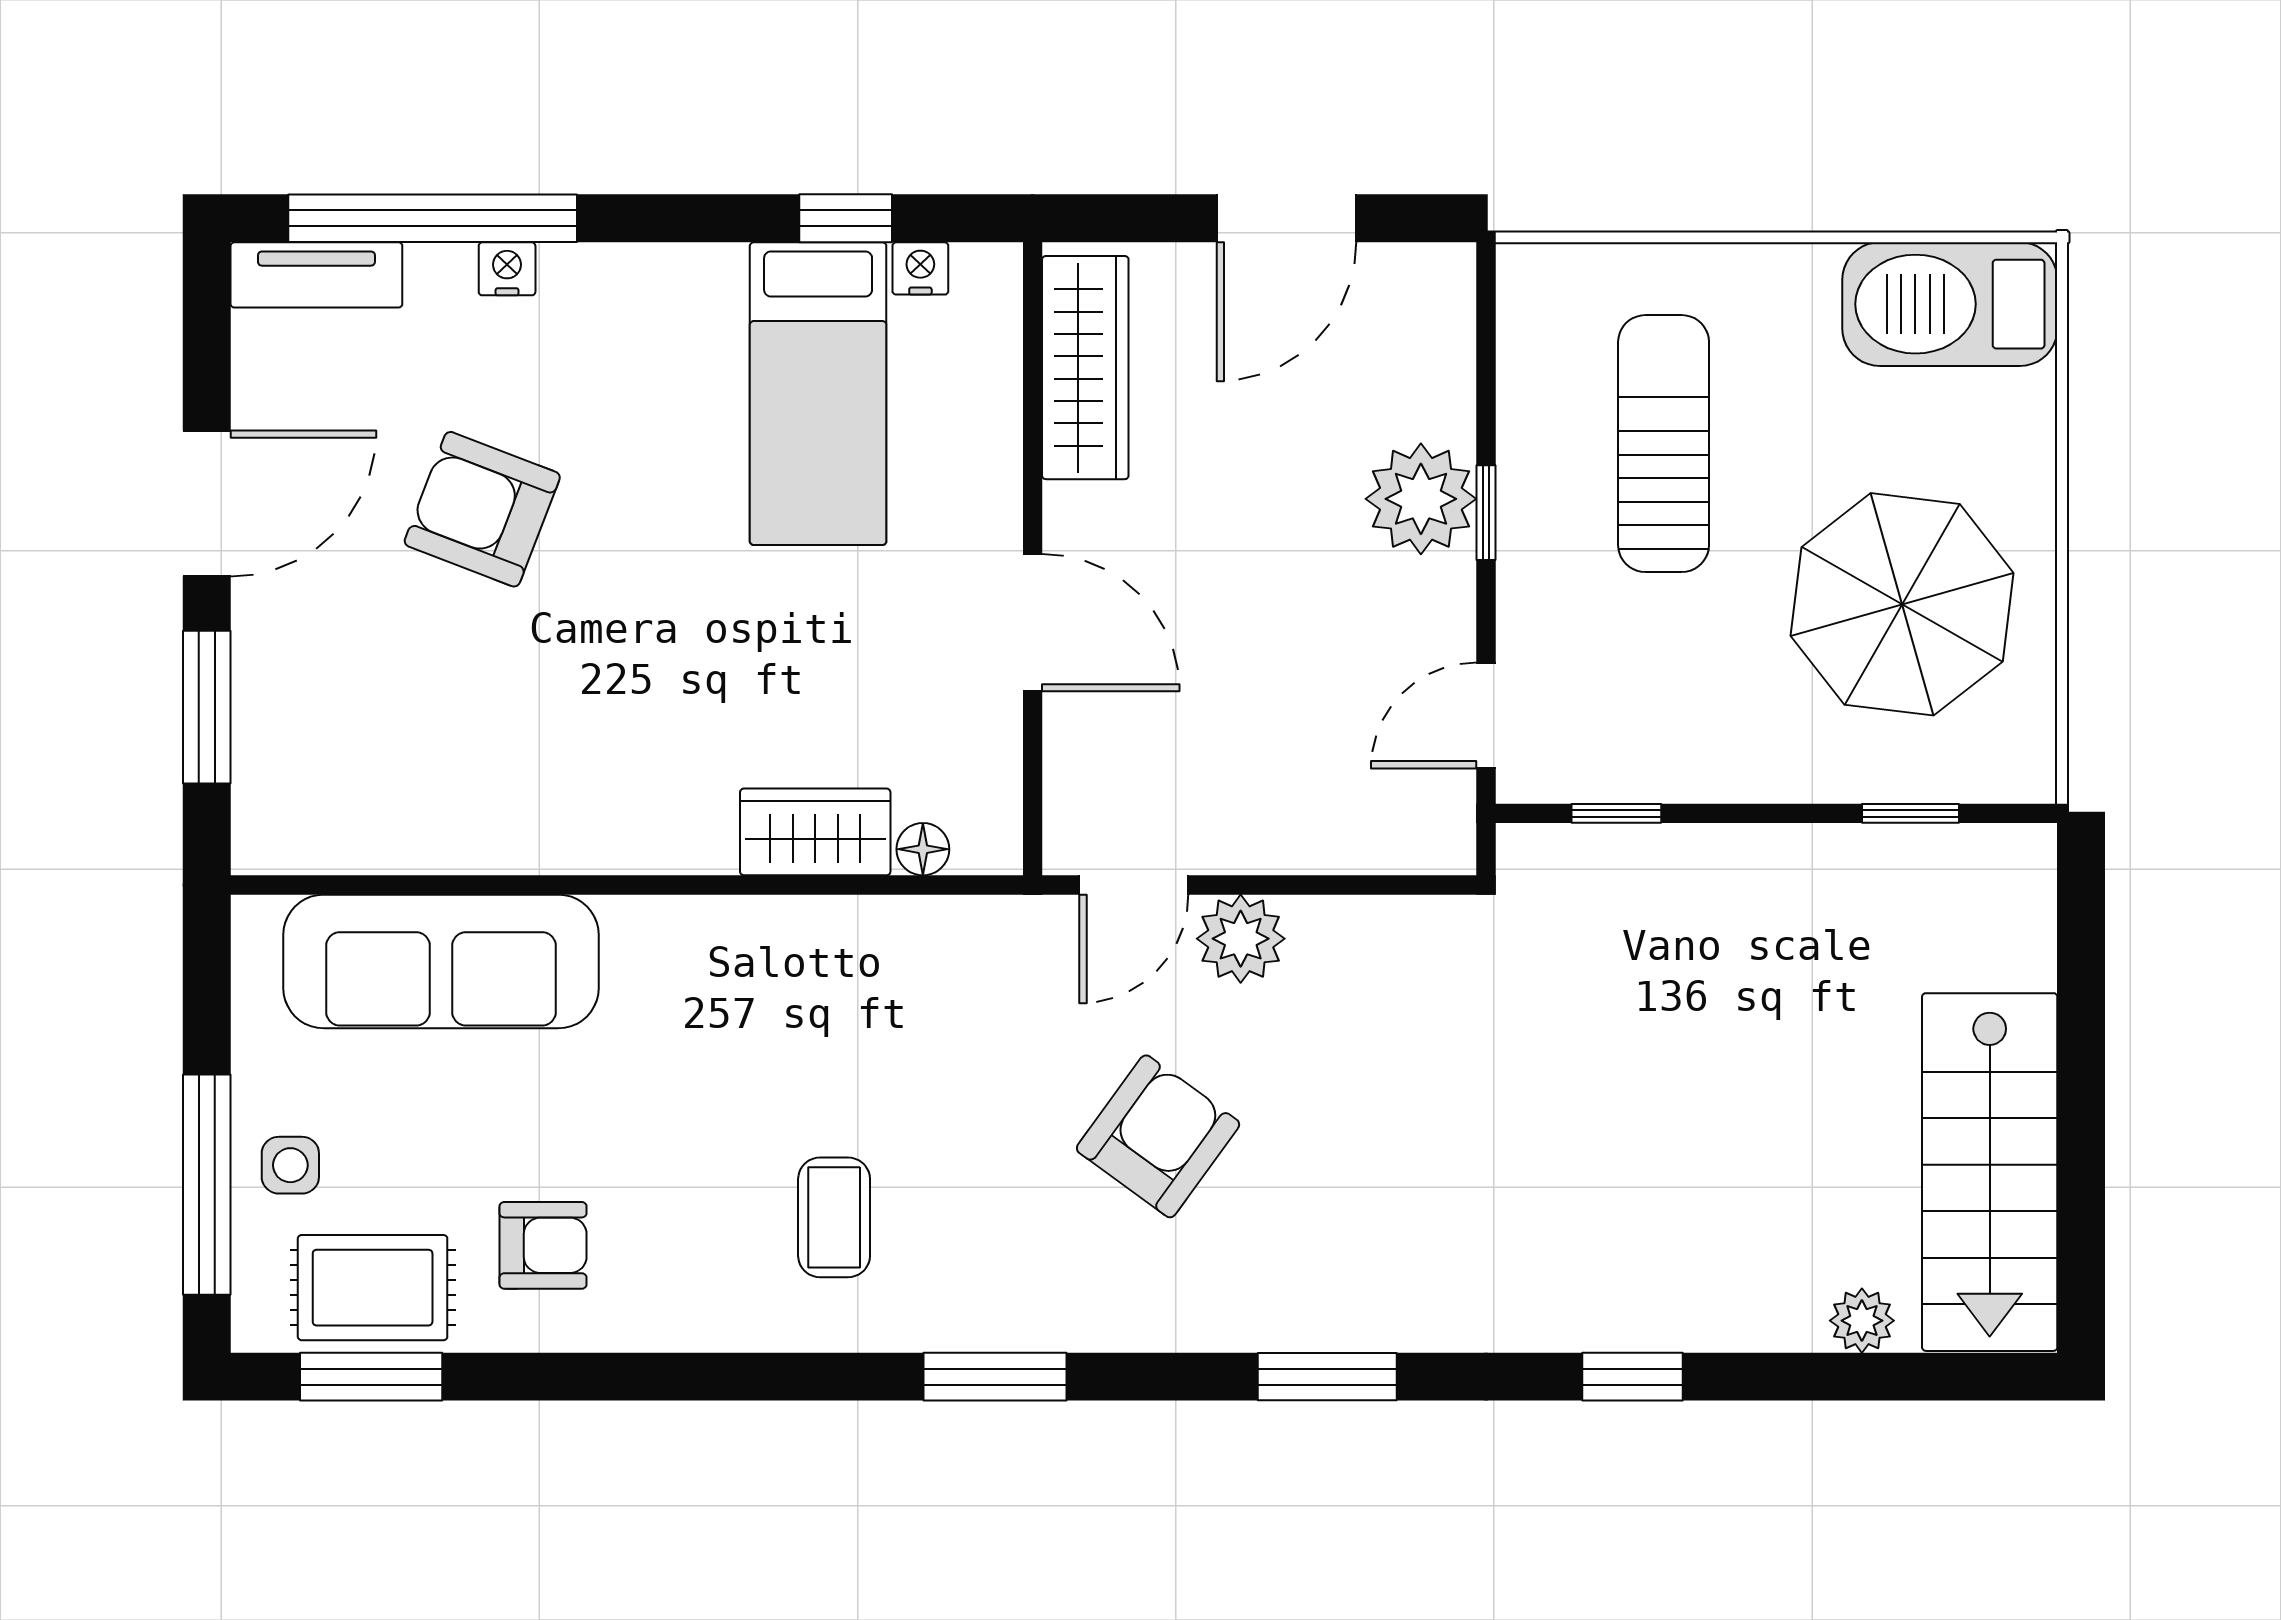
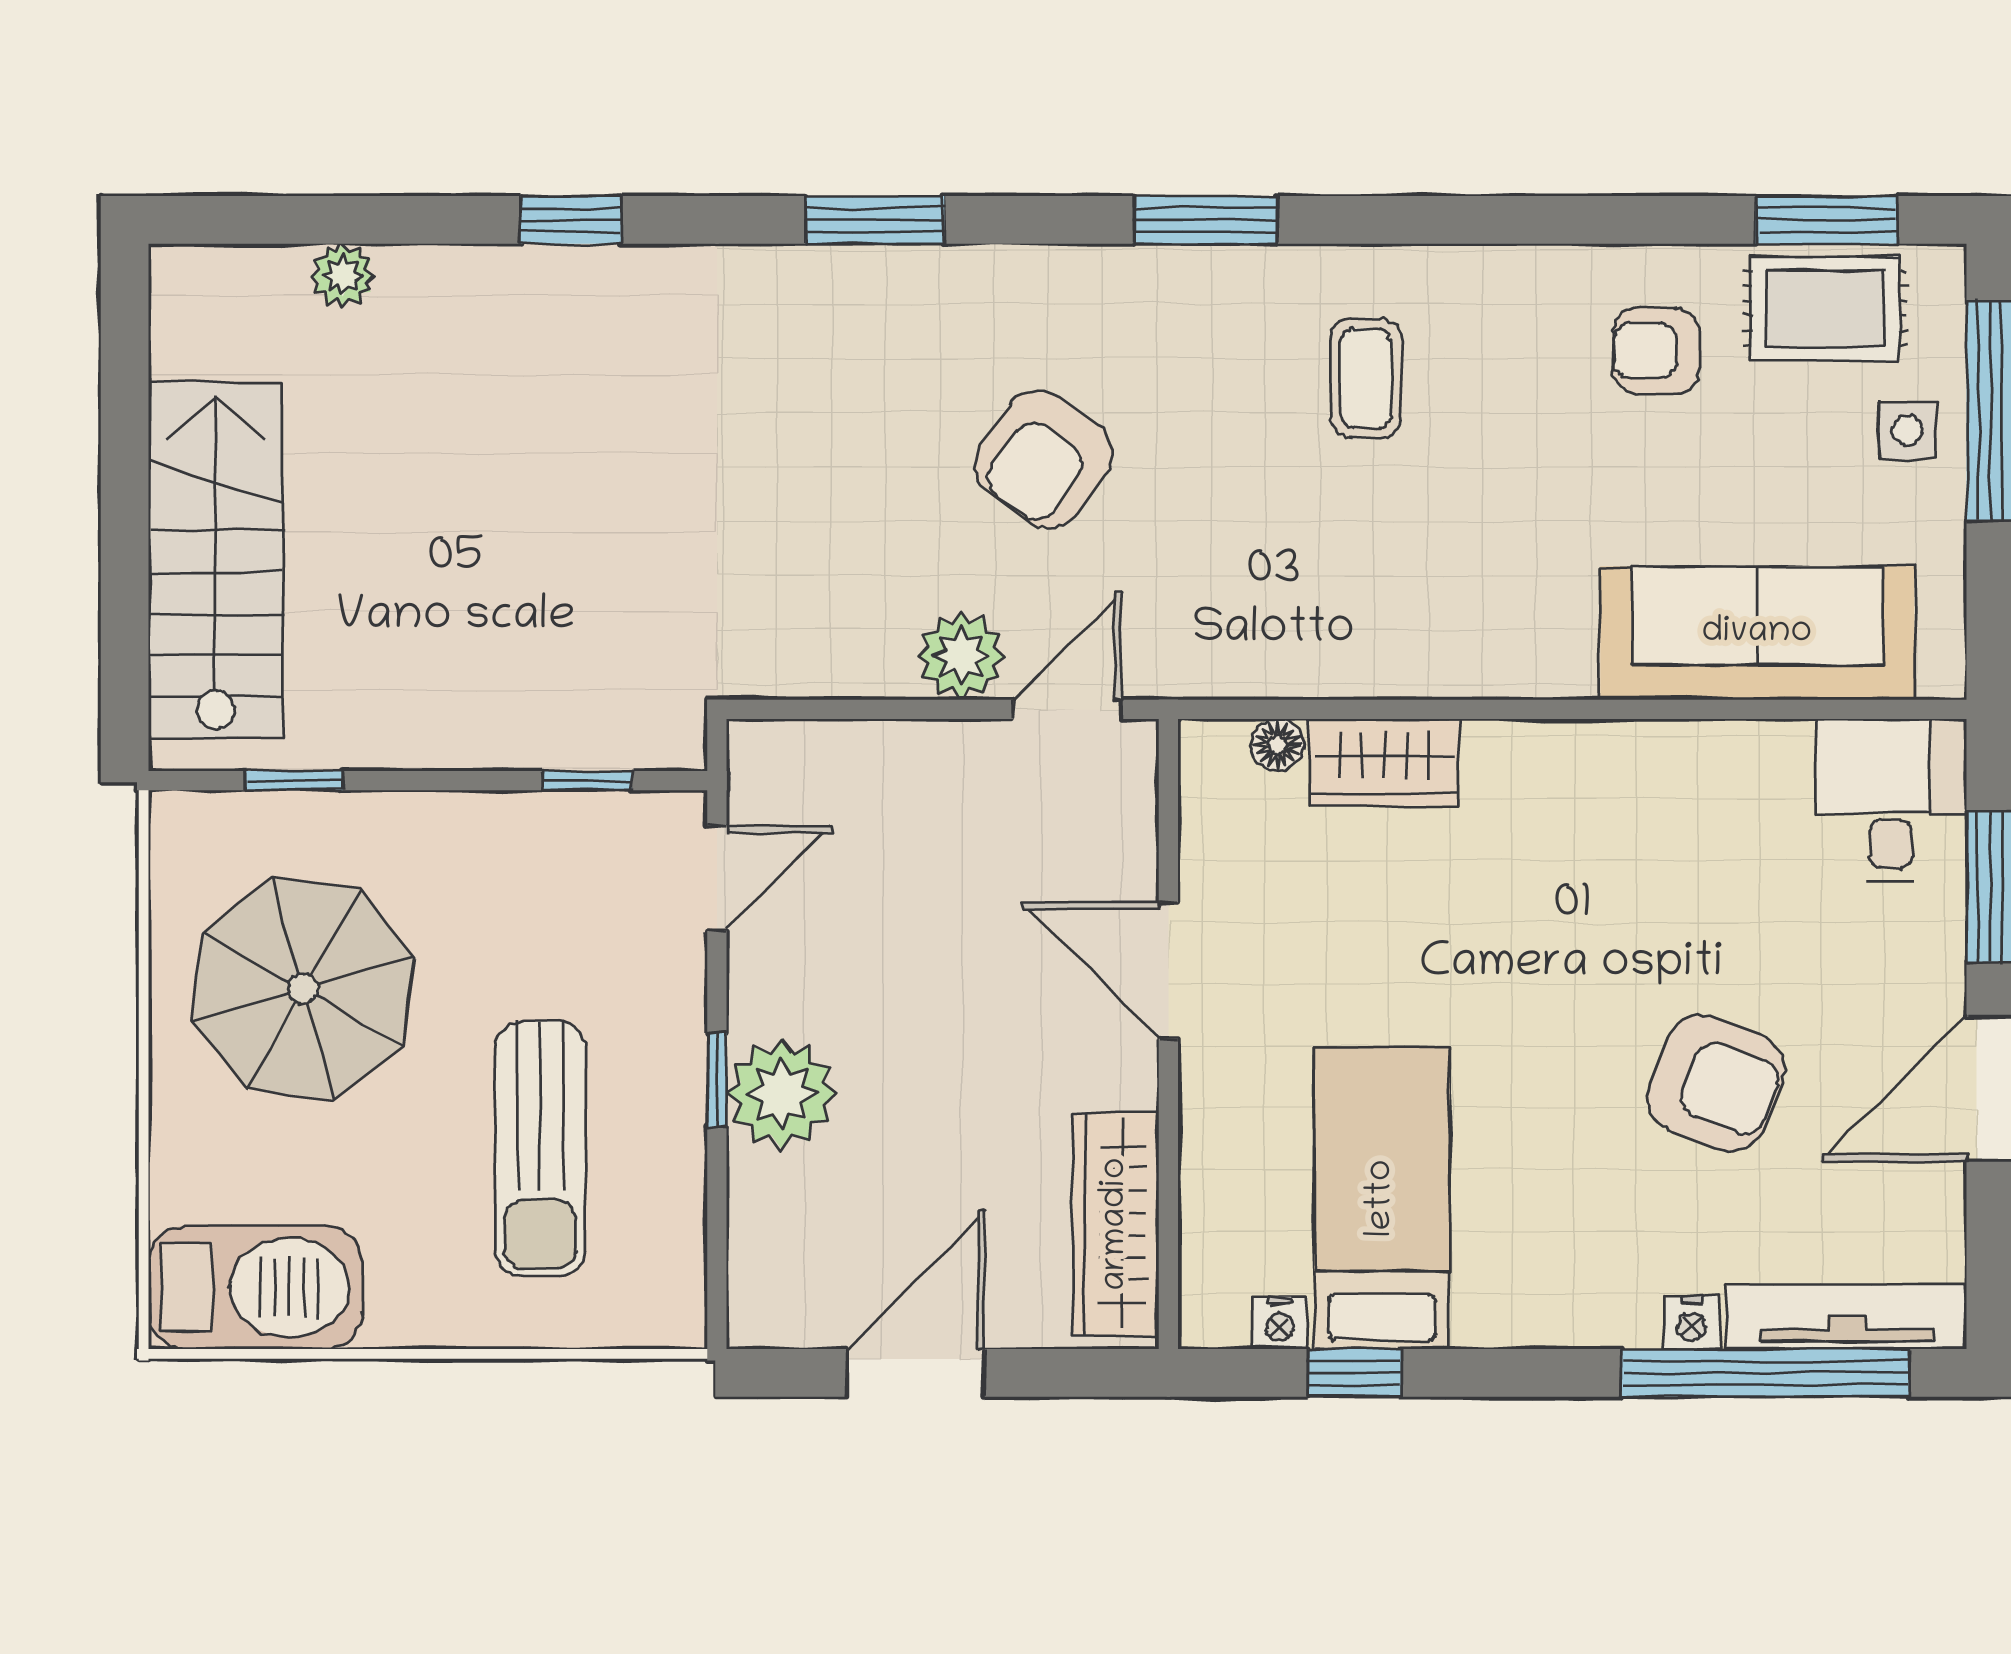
tv unit: (316, 275) -> (1846, 1317), width x1.41
desk: (307, 794) -> (1891, 800), added
stairs: (1990, 1172) -> (216, 560), moved

